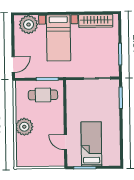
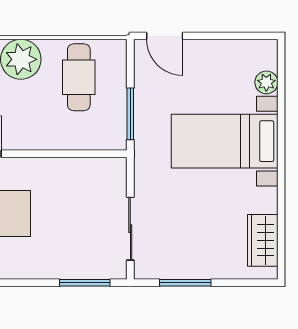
wardrobe: (96, 21) -> (263, 240), width x0.67
plant: (29, 25) -> (266, 82), width x0.53, depth x0.53
cafe table: (43, 95) -> (79, 77), moved

